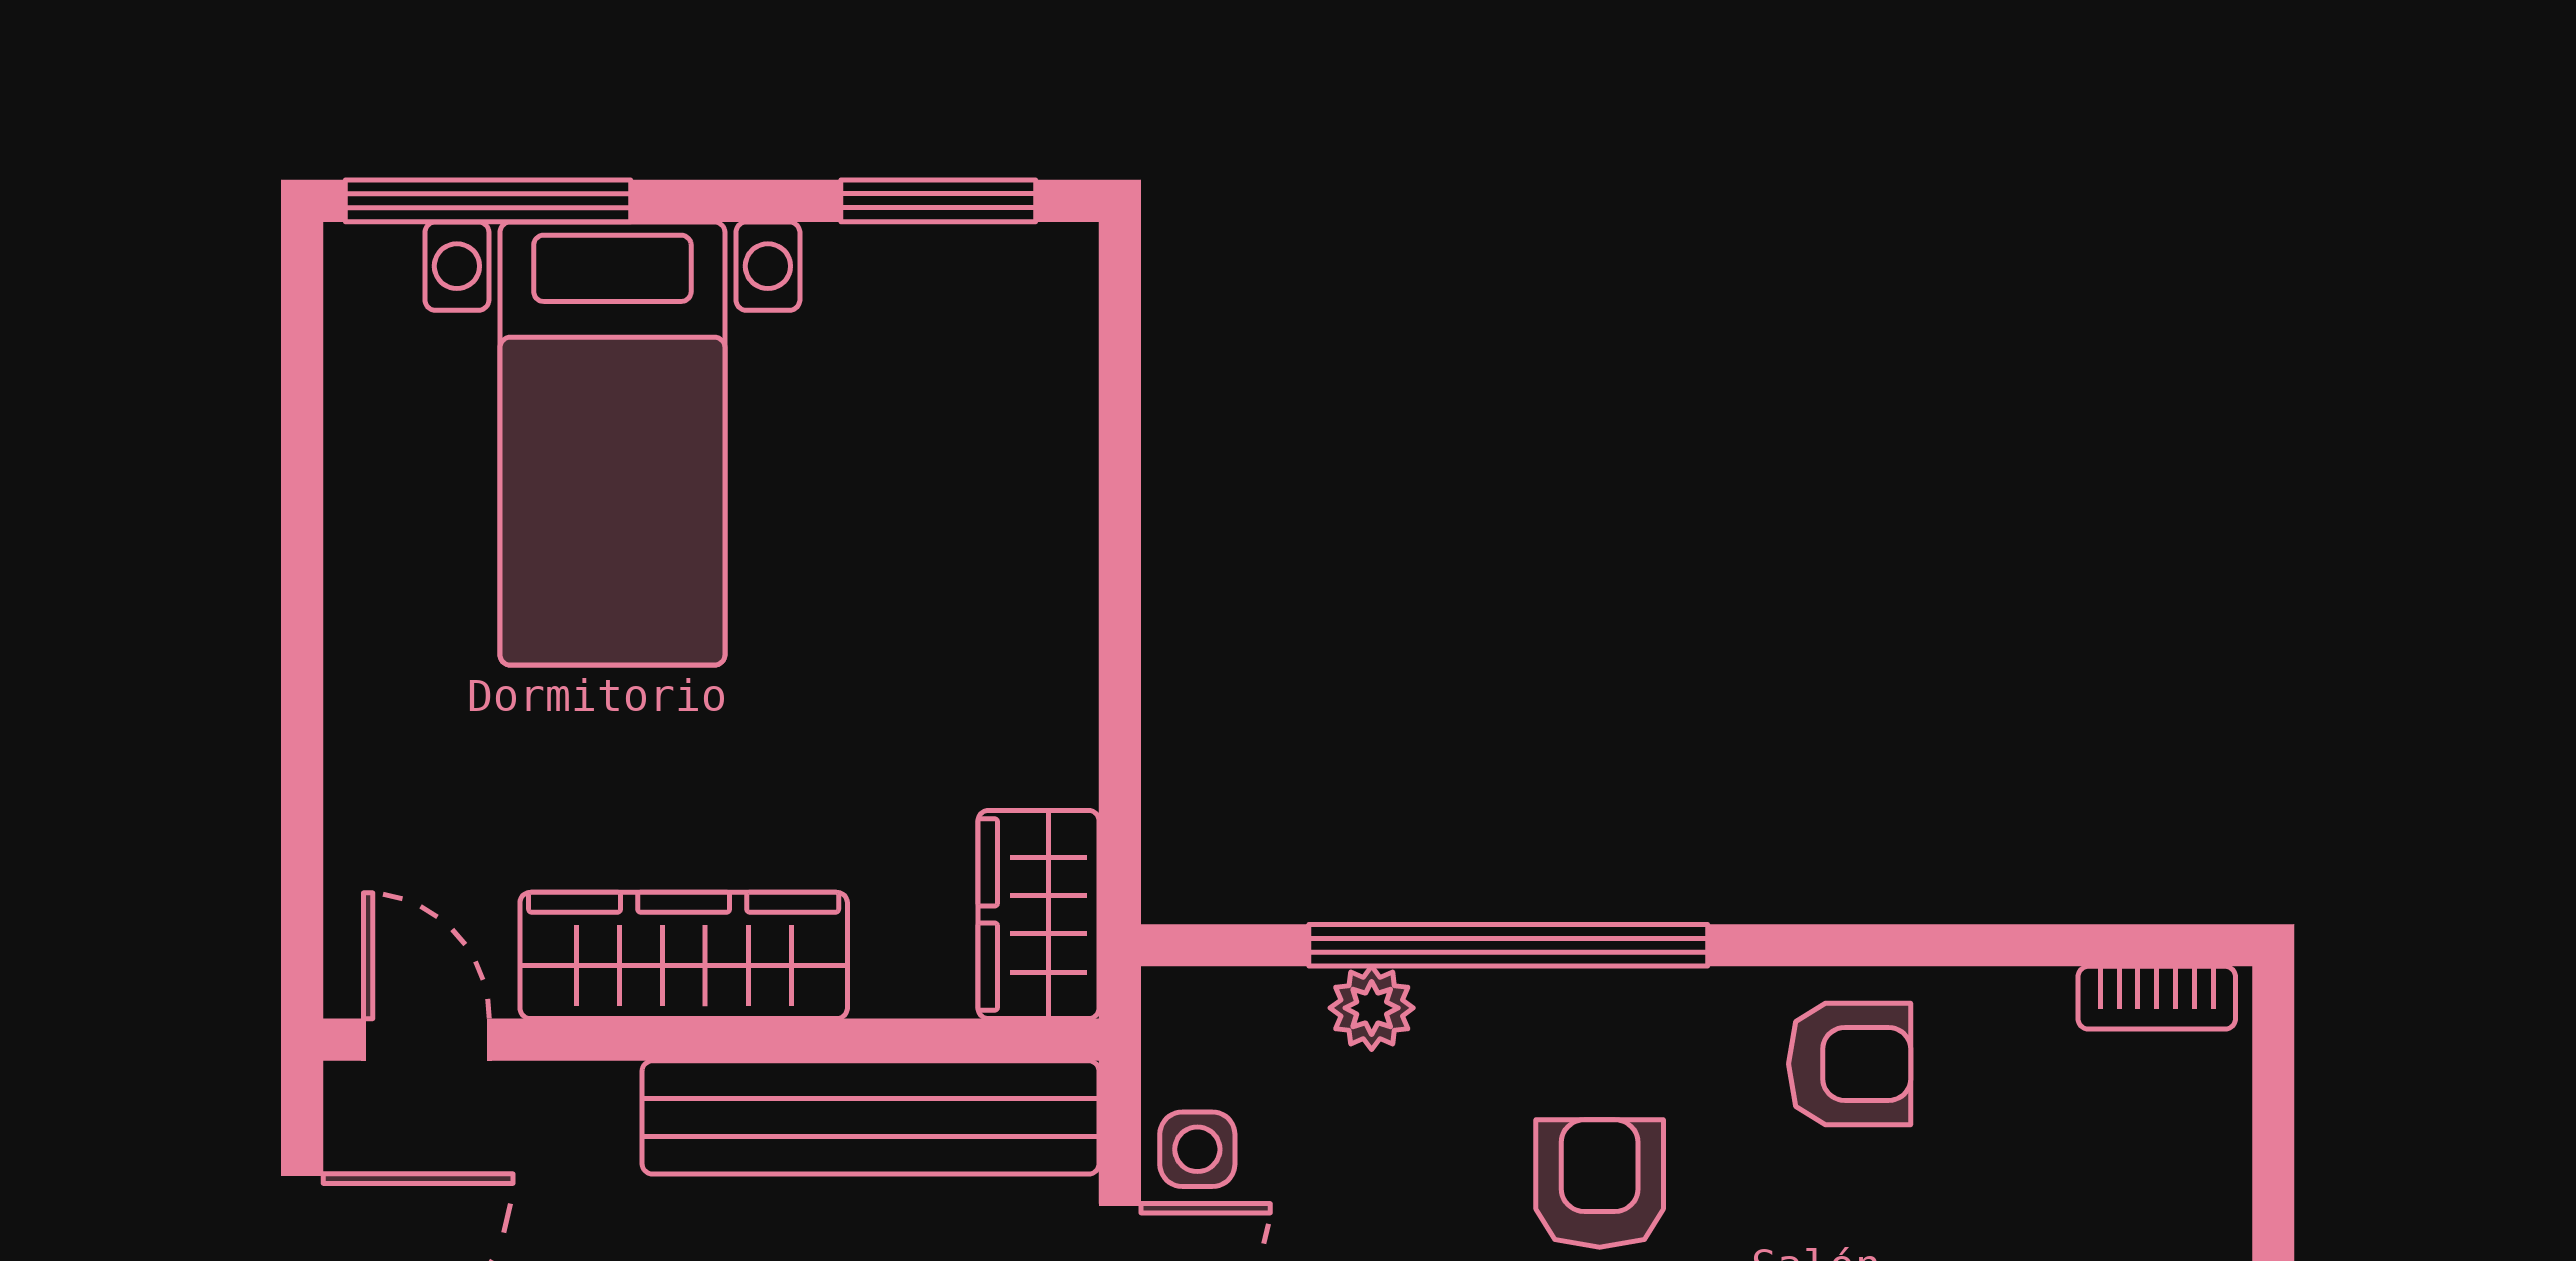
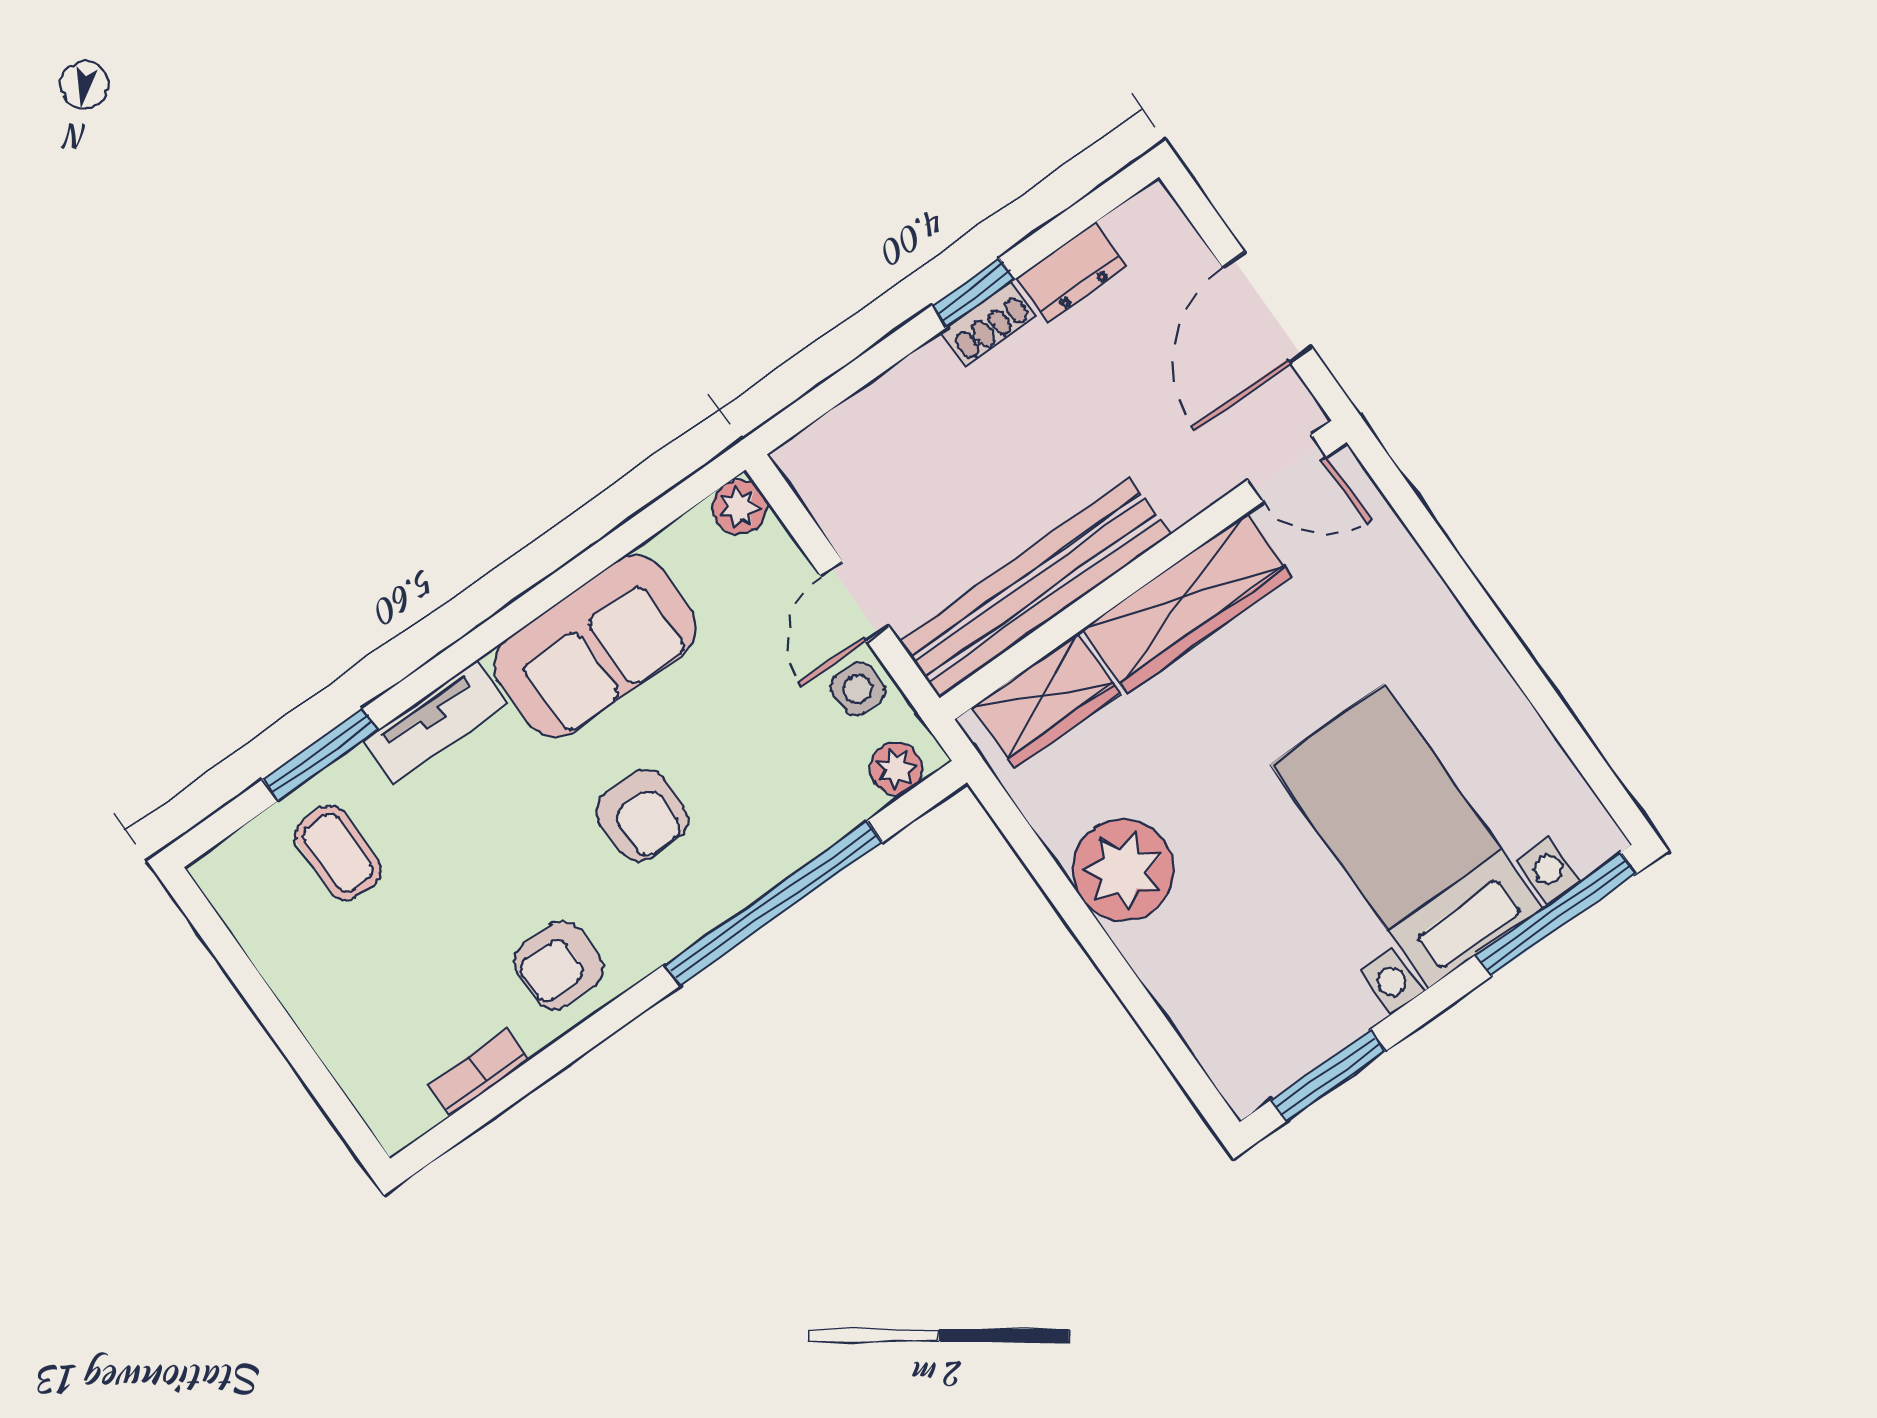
plant: (1017, 662) -> (1123, 870), added
wardrobe: (1039, 915) -> (1046, 700), moved, turned 90
bookcase: (2157, 998) -> (479, 1072), moved
plant: (1372, 1008) -> (896, 769), moved

